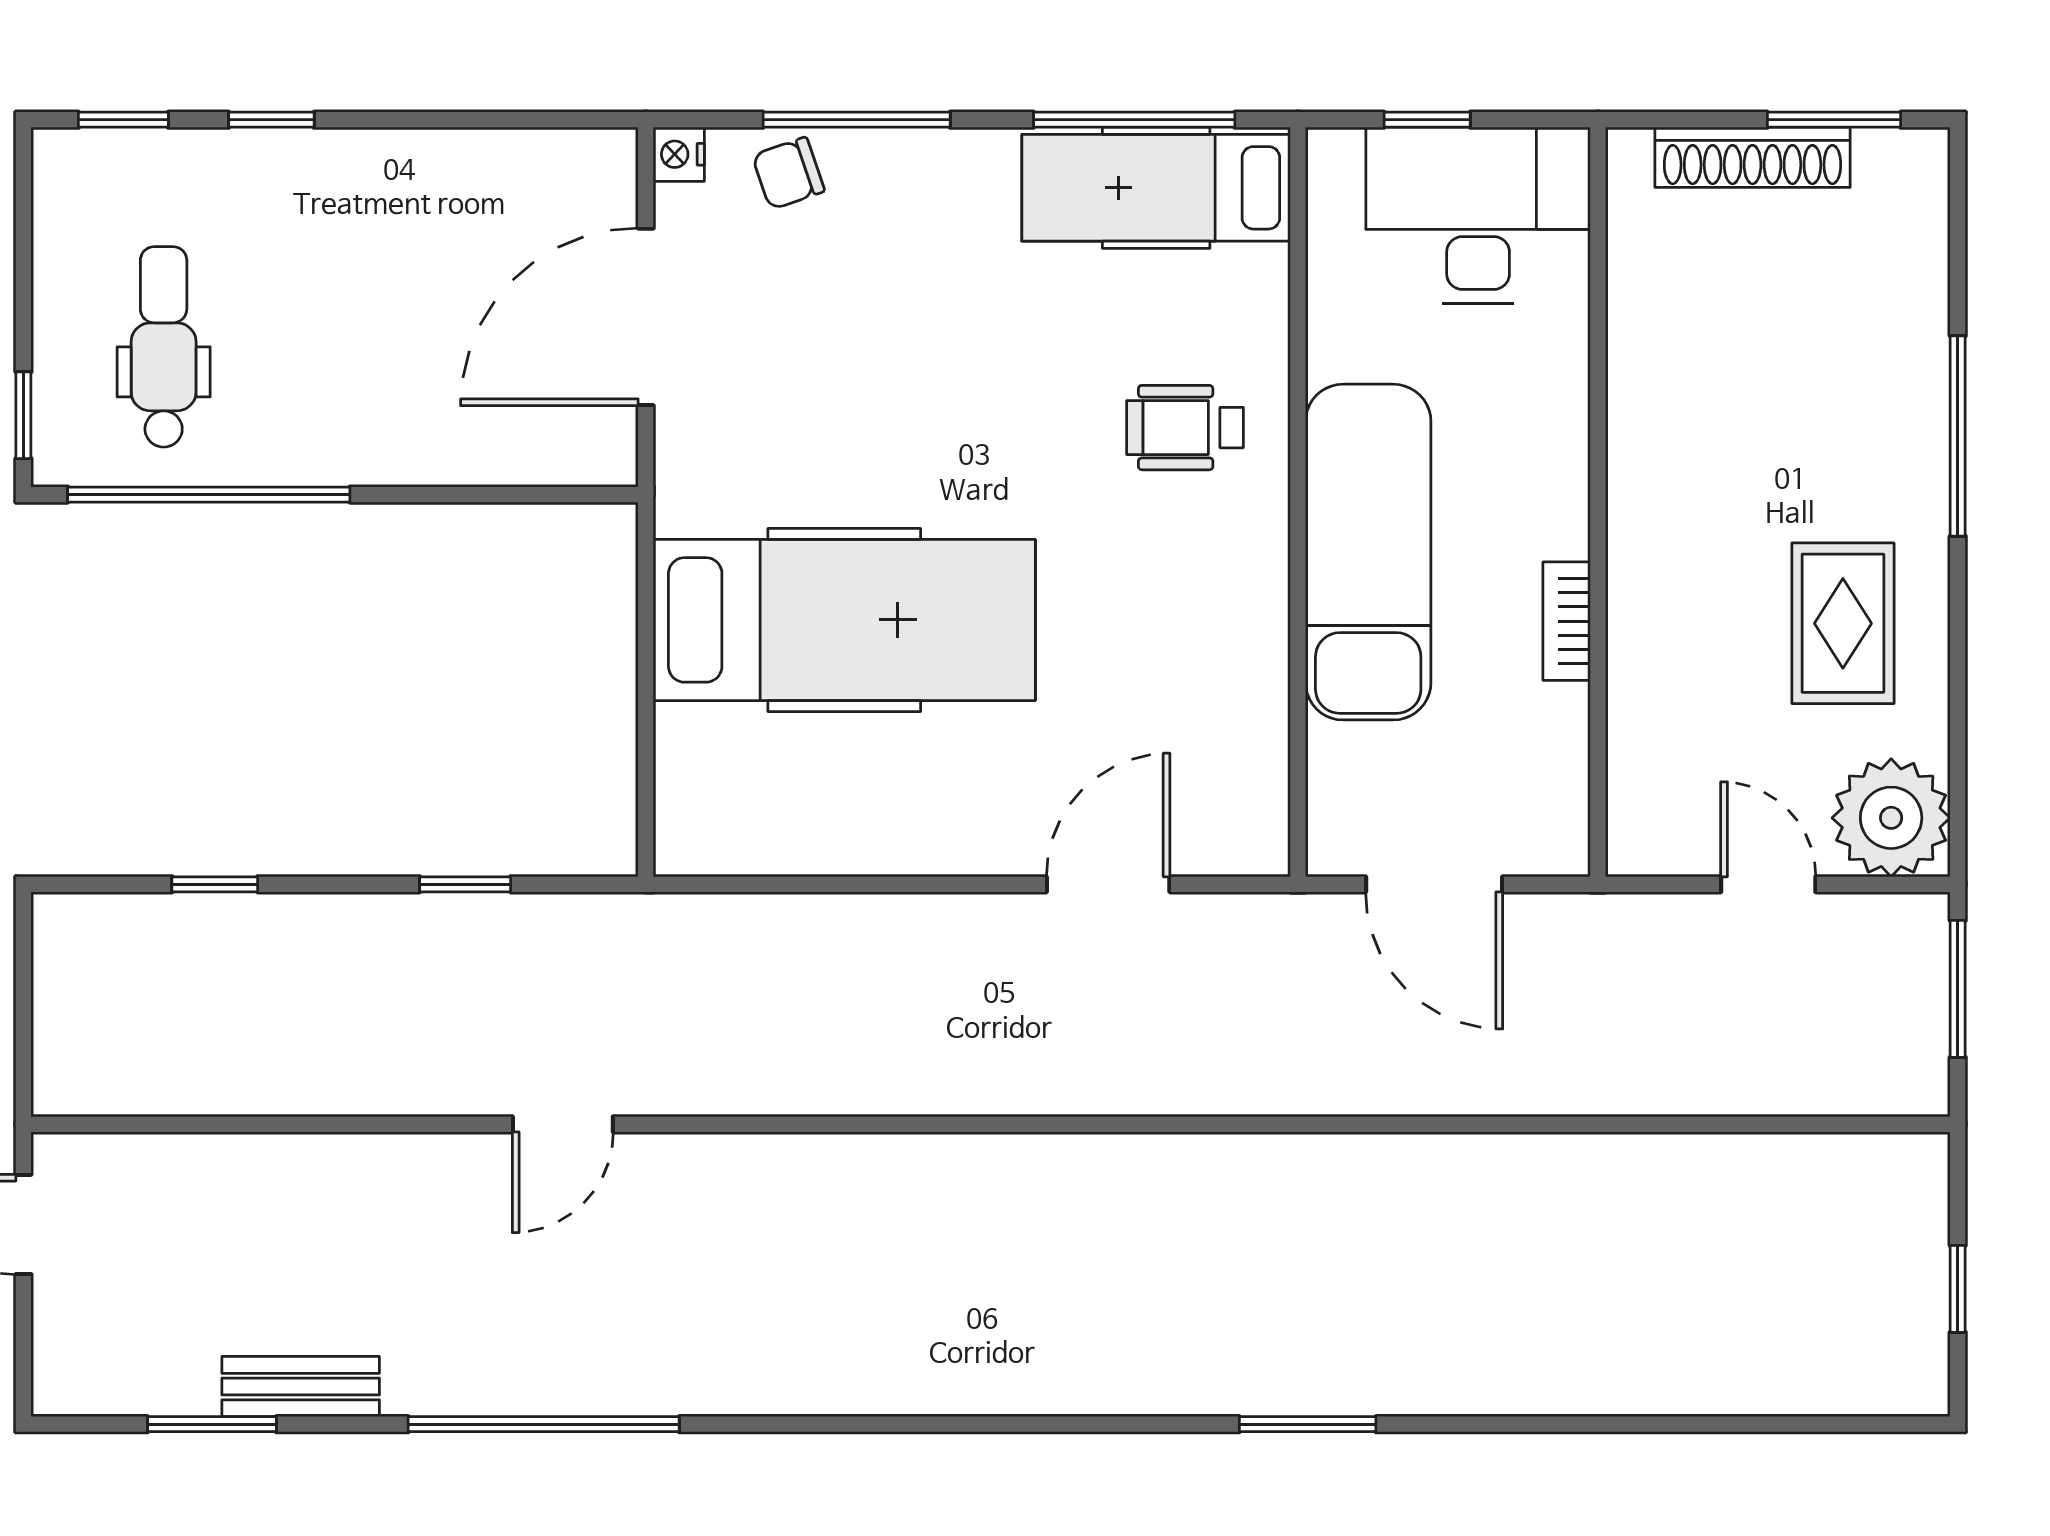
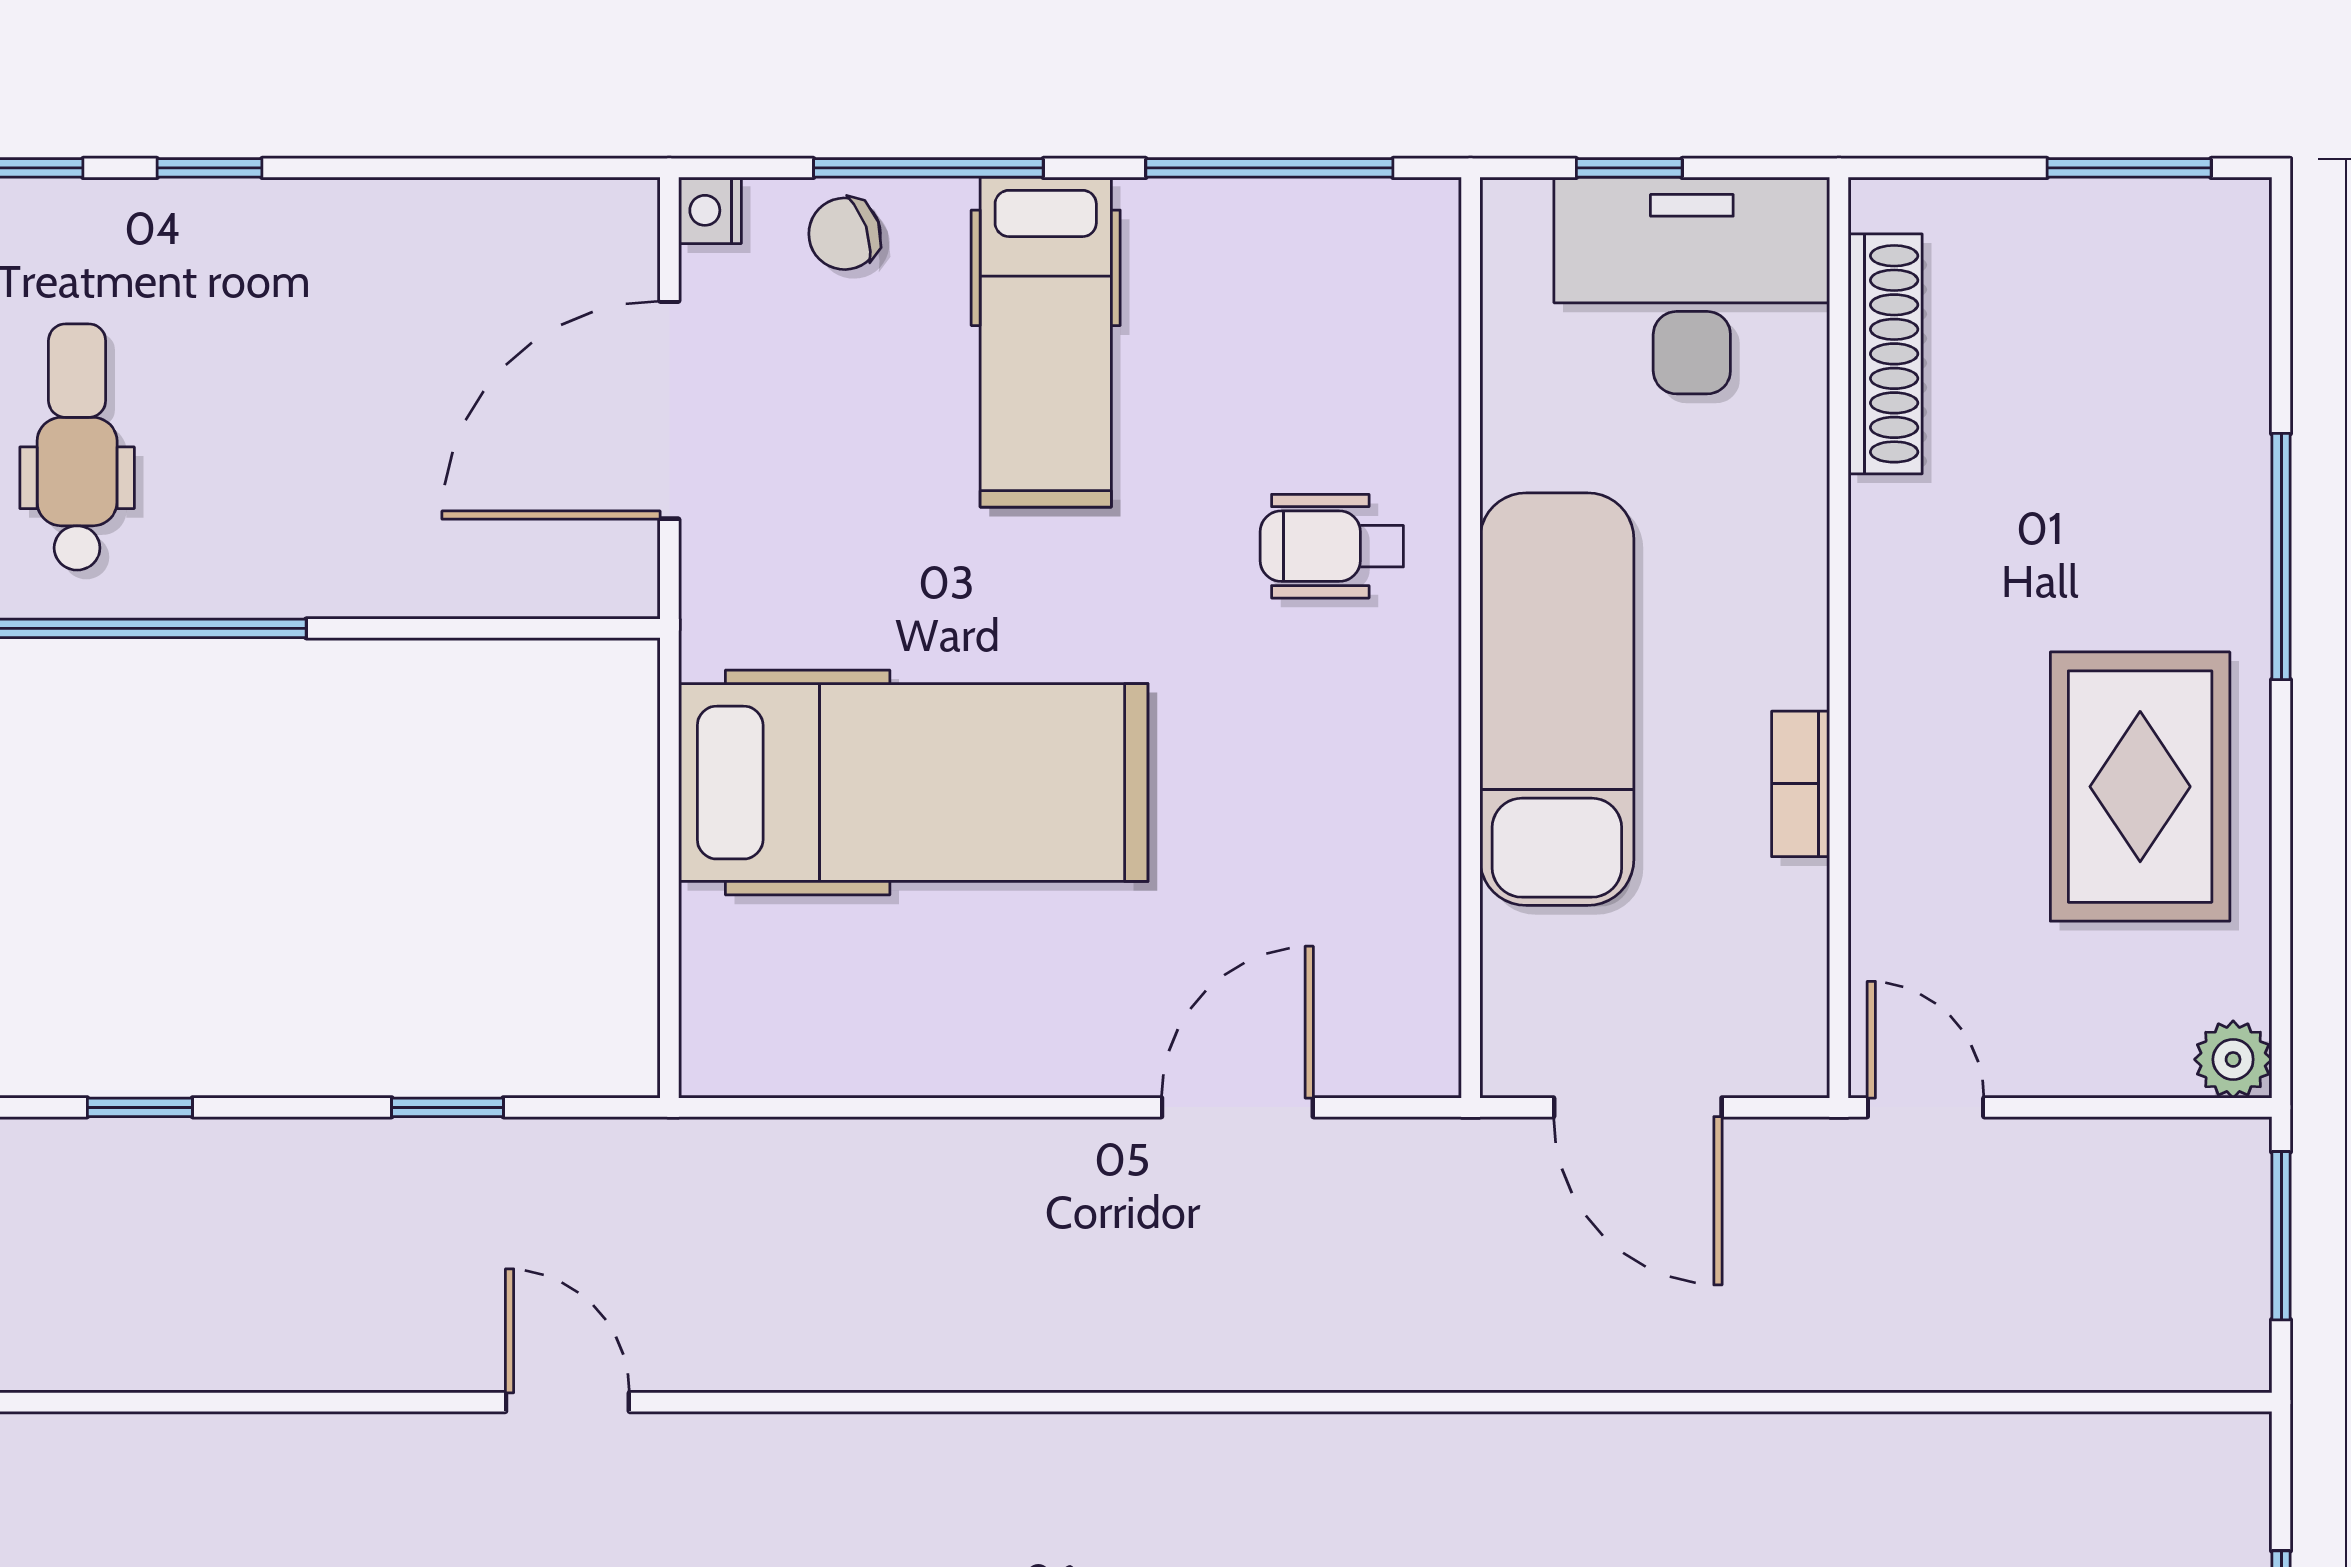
shoe rack: (1753, 157) -> (1885, 354), moved, turned -90
hospital bed: (1156, 188) -> (1046, 342), moved, turned -90
rug: (1843, 623) -> (2140, 787), width x1.36, depth x1.43
plant: (1891, 818) -> (2233, 1059), width x0.53, depth x0.53
door: (1768, 884) -> (1926, 1107), moved
door: (563, 1124) -> (567, 1402), swing flipped

